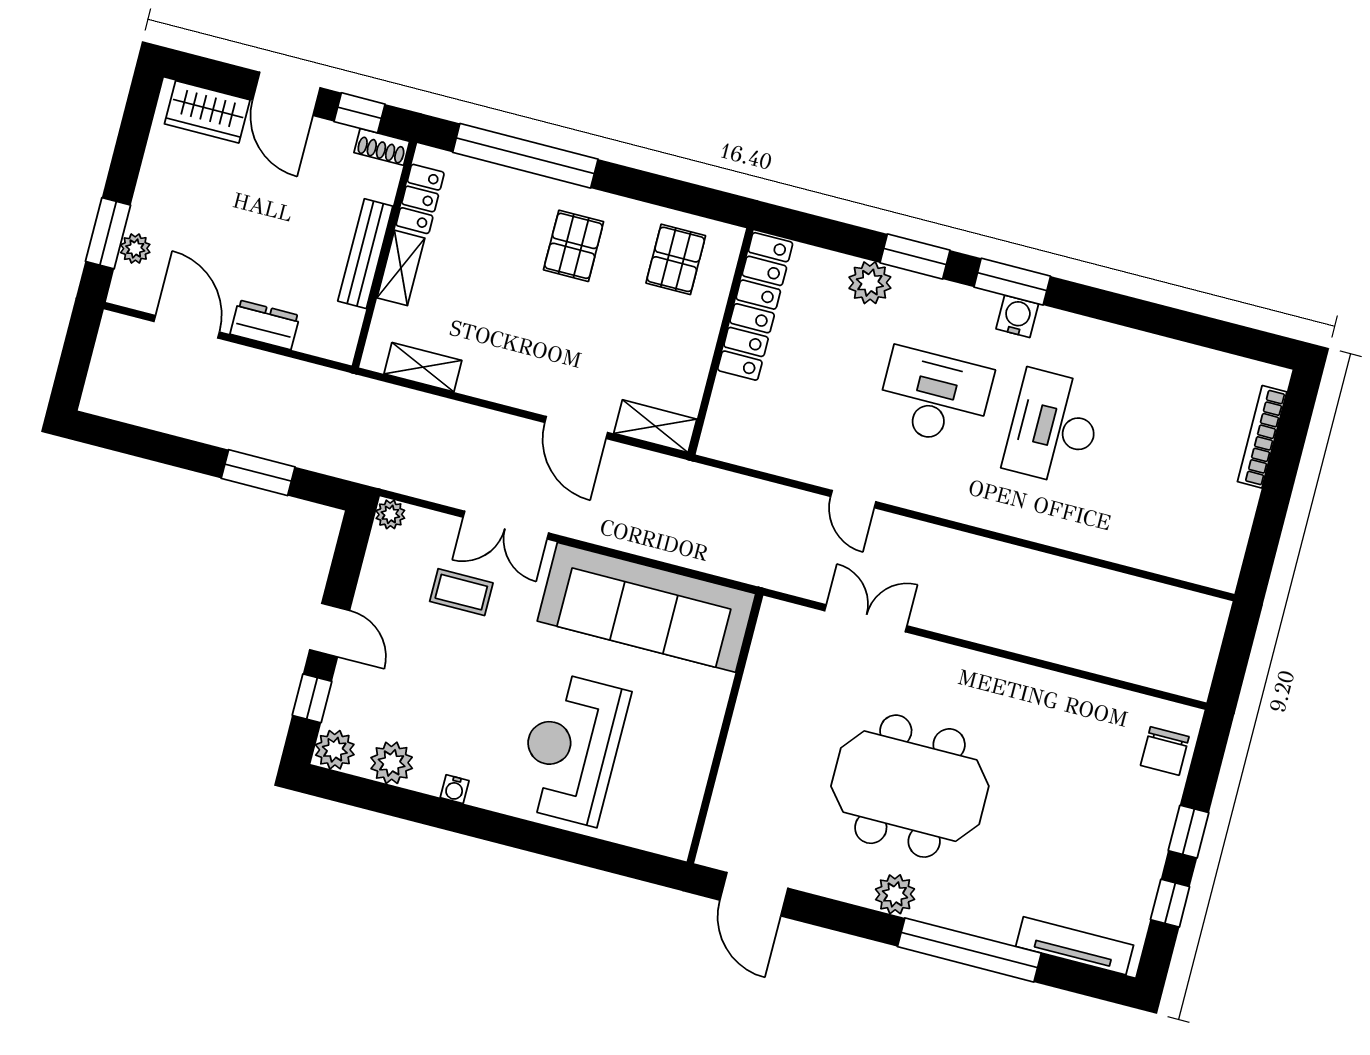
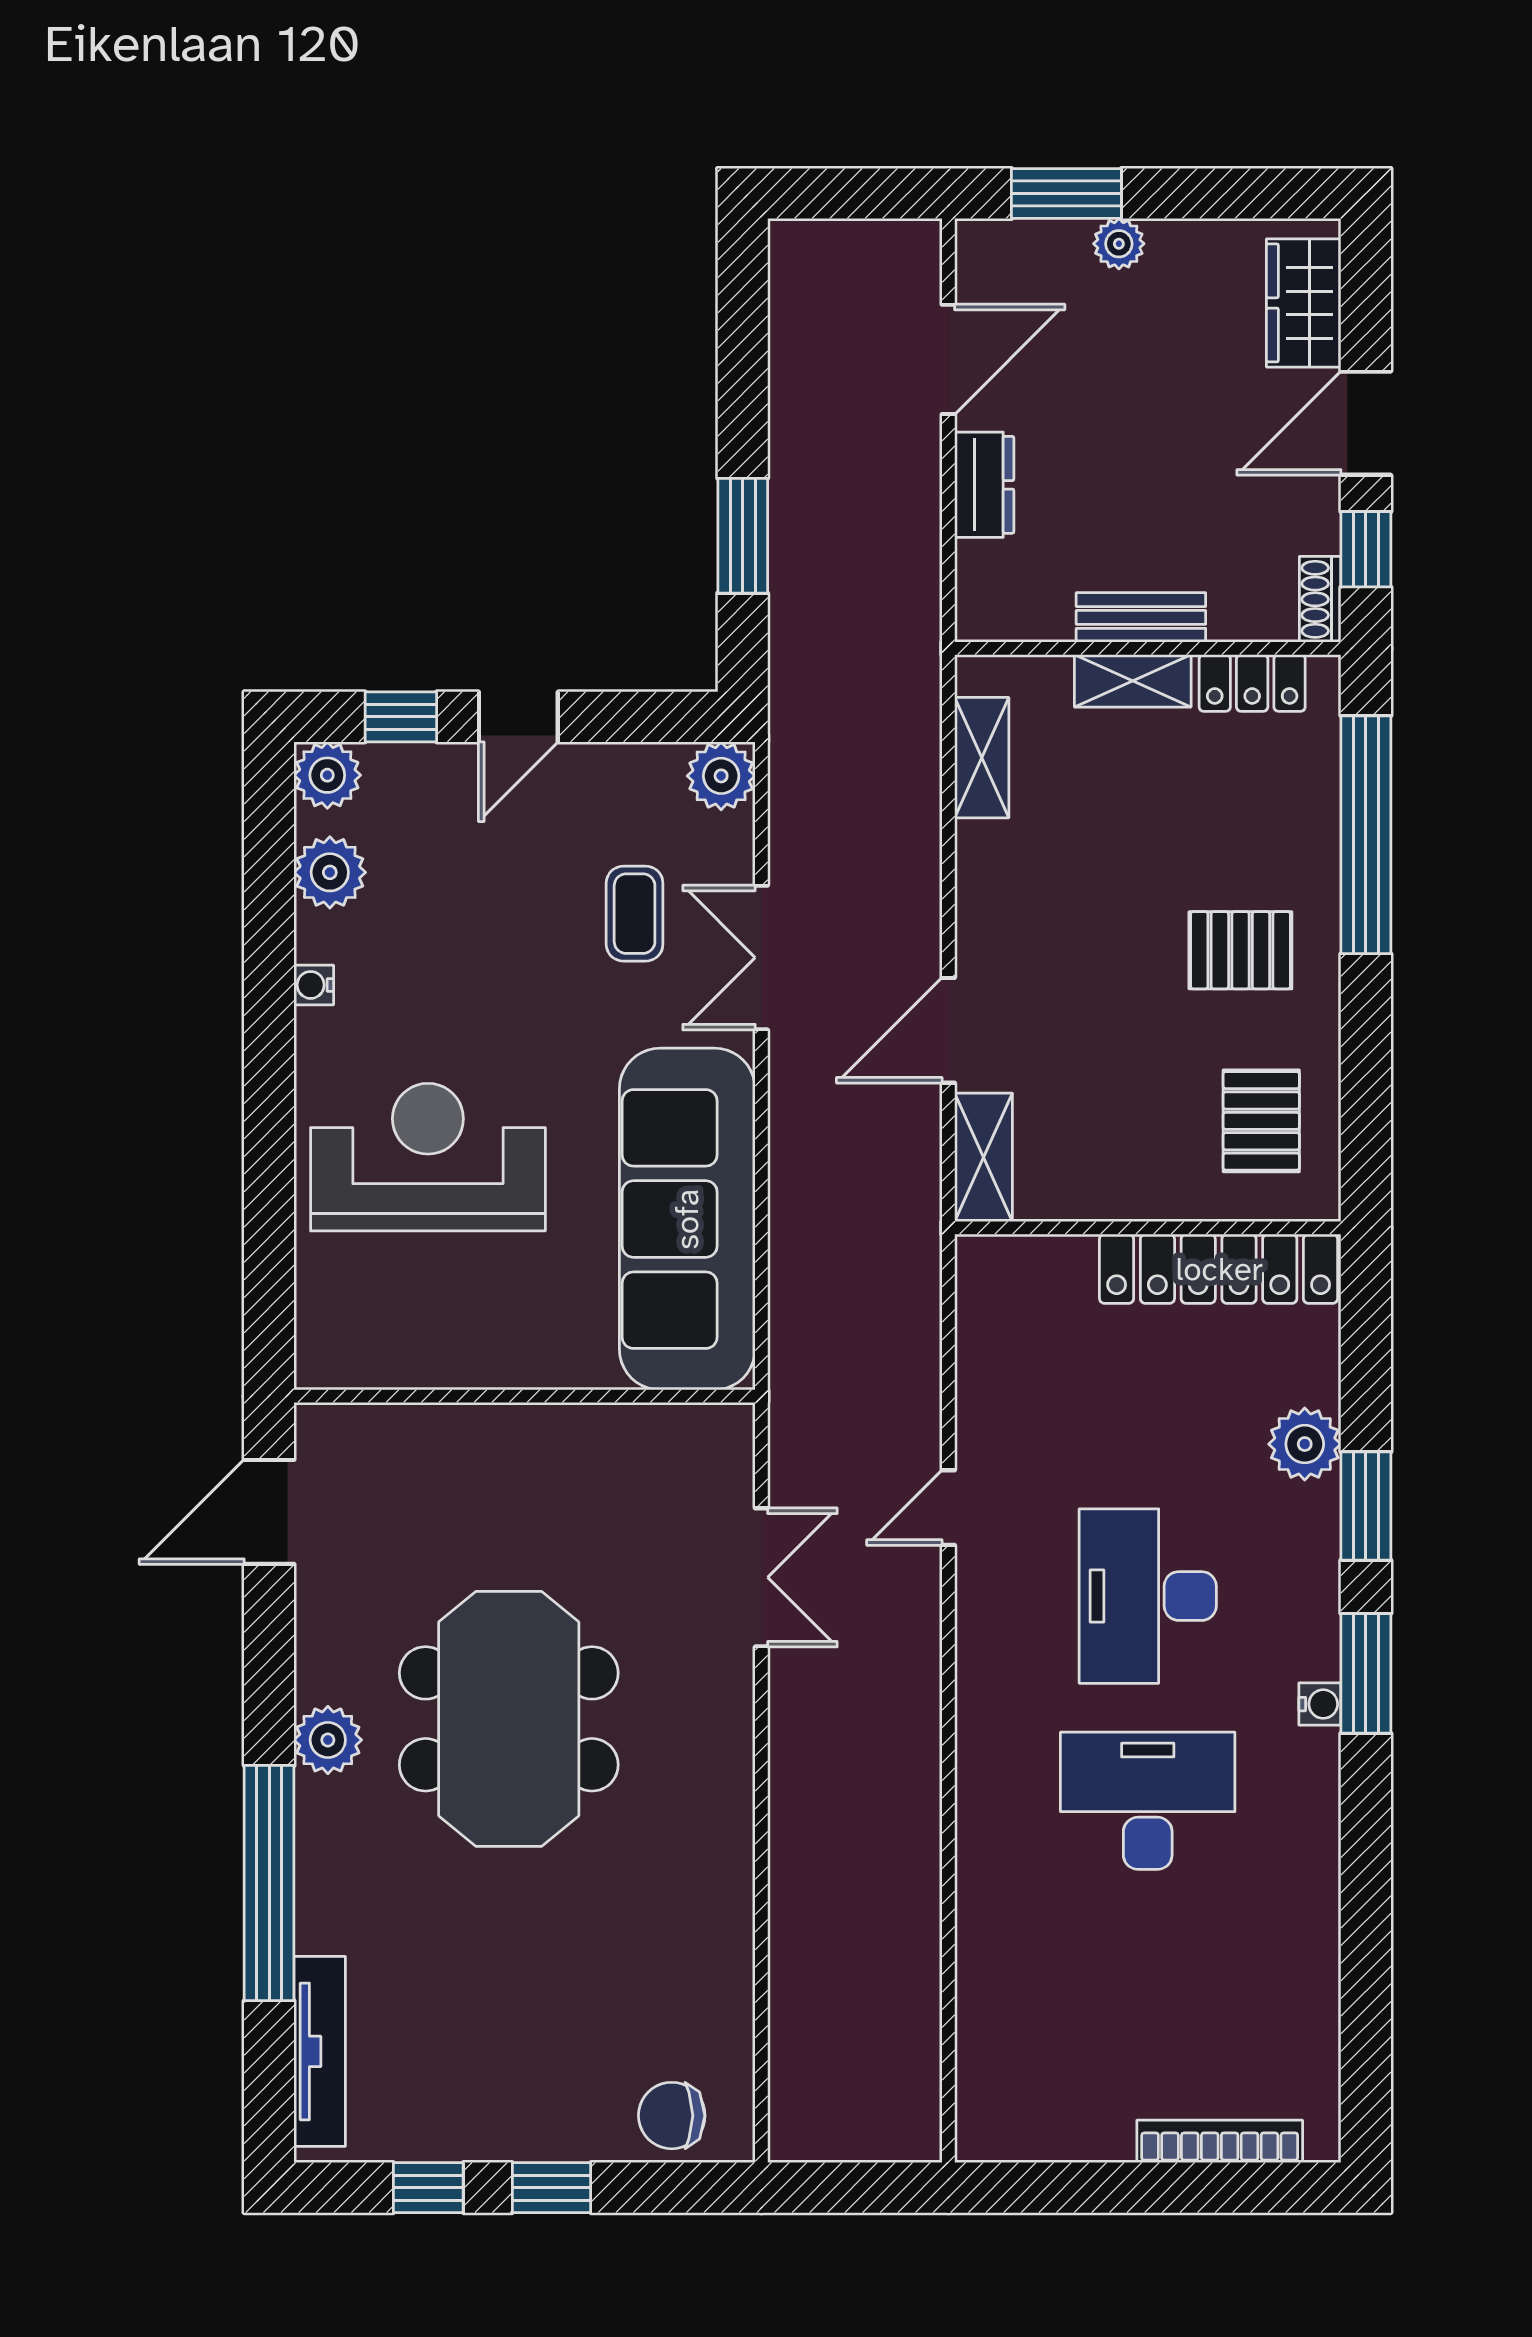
plant: (135, 249) -> (1119, 244), moved
bench: (365, 254) -> (1141, 617), width x0.73
pallet: (676, 259) -> (1261, 1121), turned 90
water cooler: (1017, 316) -> (1320, 1704), width x0.72, depth x0.72
desk: (935, 397) -> (1148, 1596), turned 180
plant: (390, 514) -> (721, 776), width x1.38, depth x1.38

